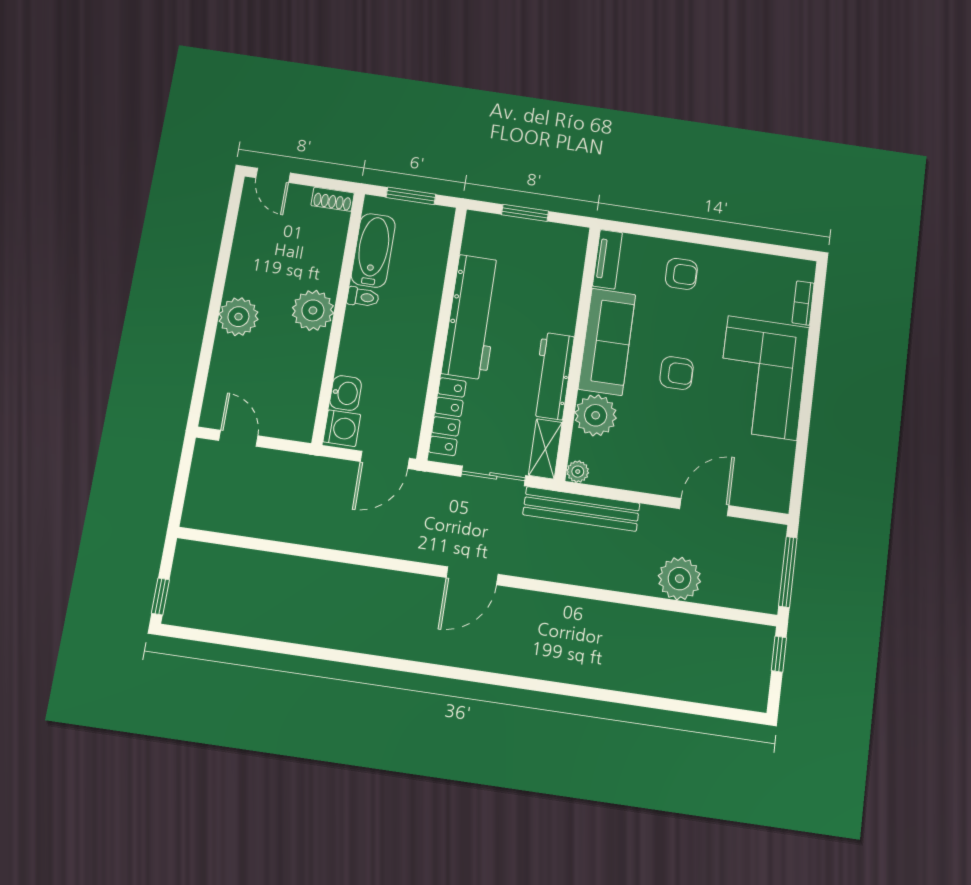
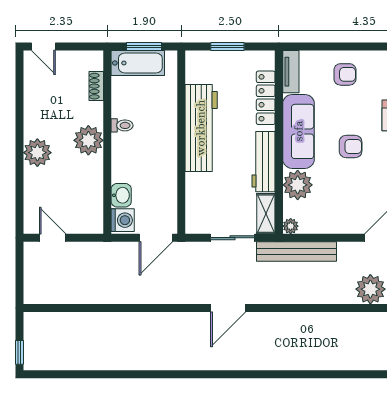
shoe rack: (333, 199) -> (96, 86), moved, turned 90
bathtub: (373, 250) -> (138, 63), moved, turned 90
locker: (447, 417) -> (266, 98), moved, turned 180

